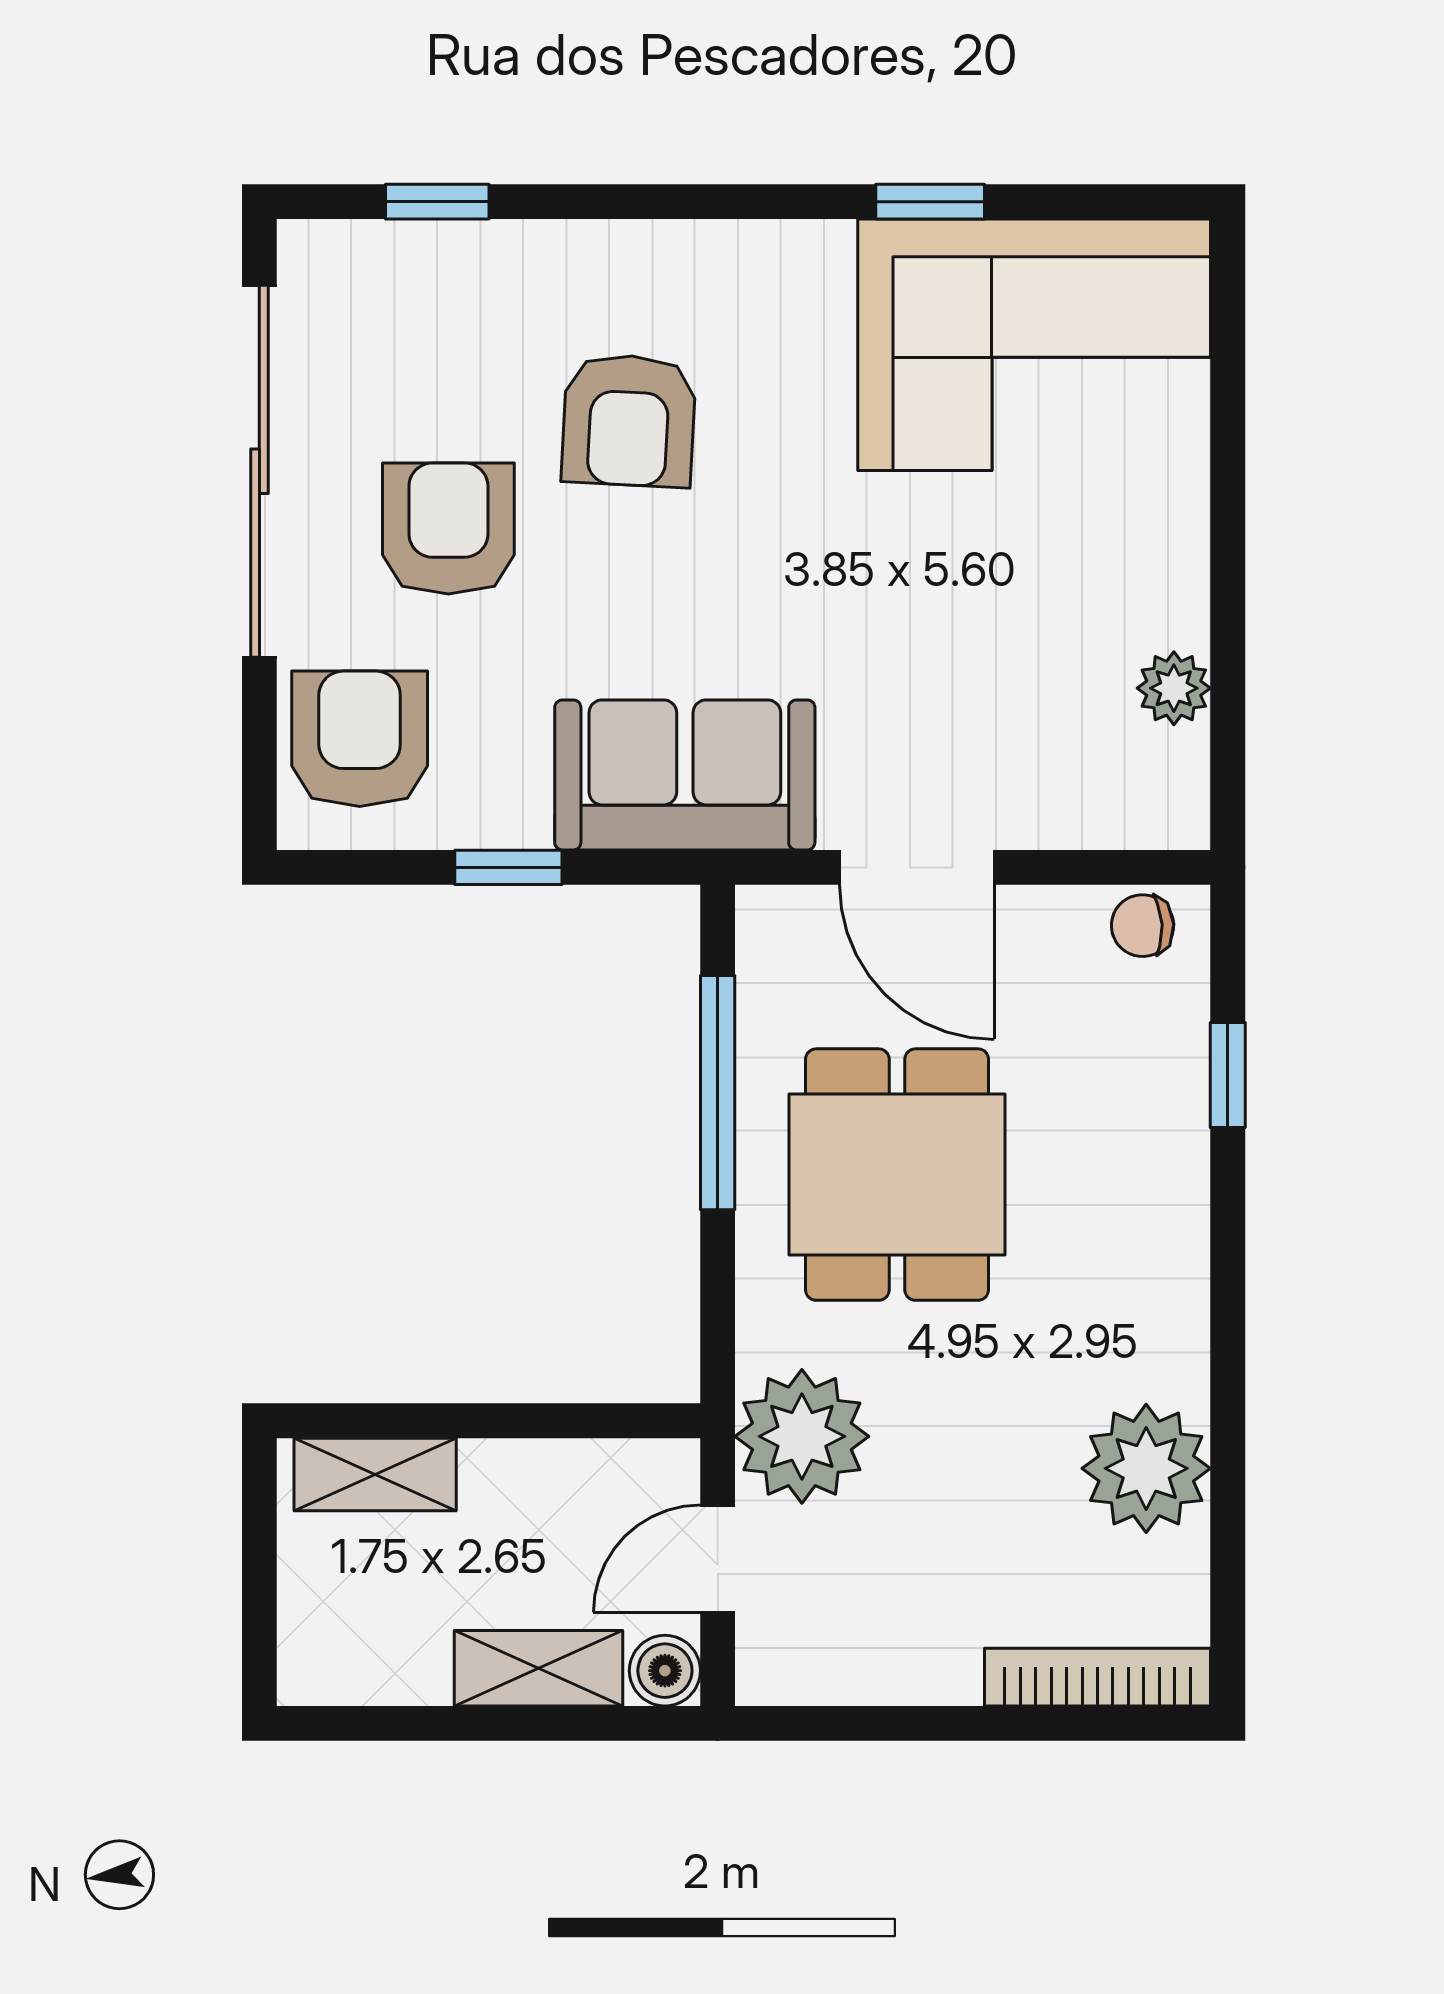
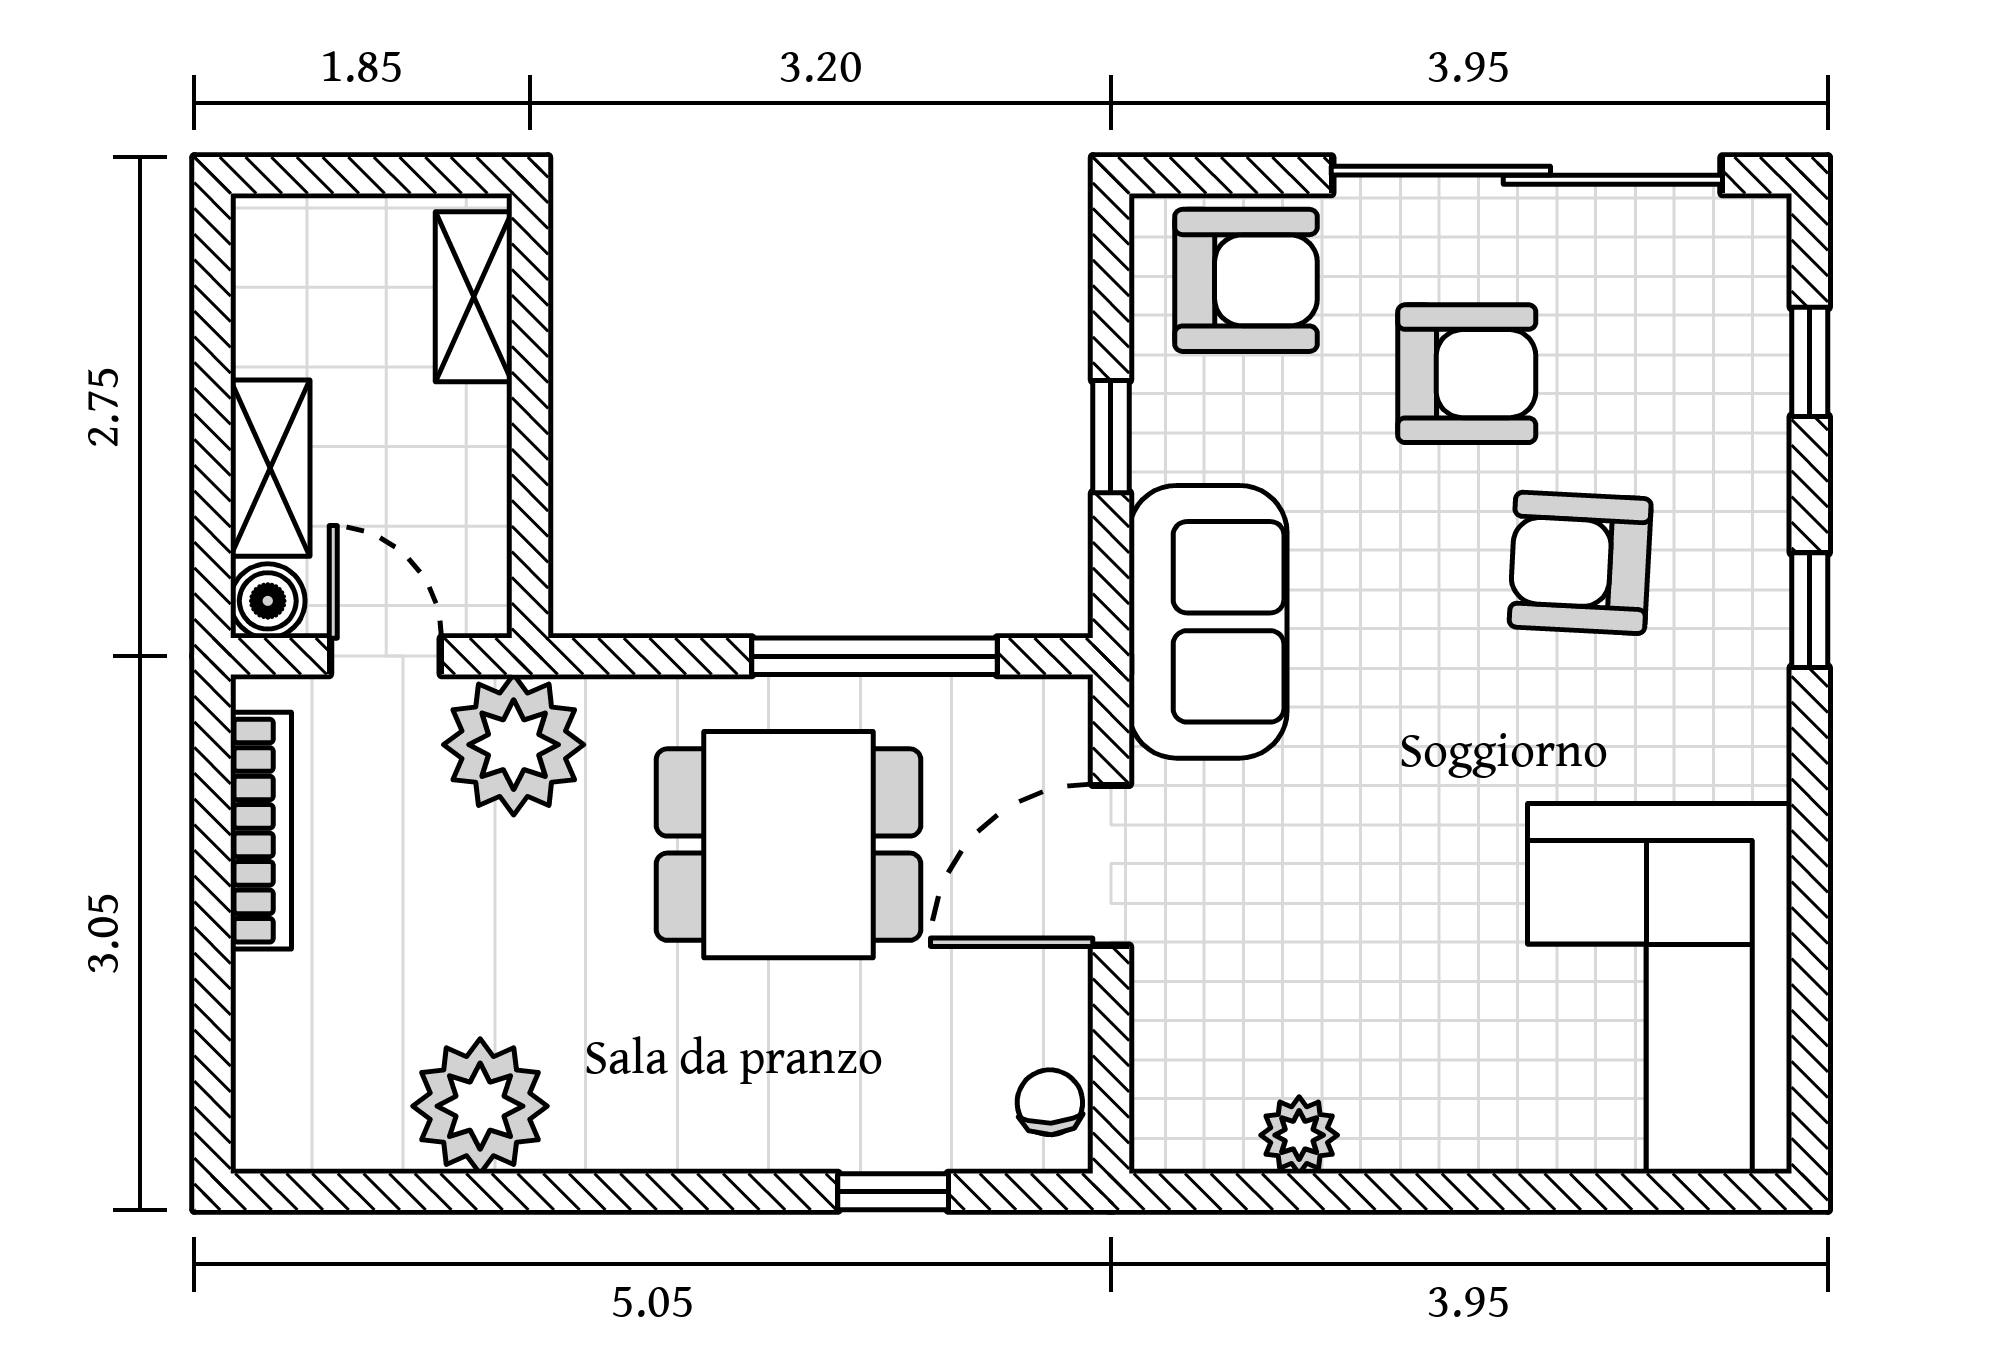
window: (930, 202) -> (1810, 610), moved
bookcase: (1098, 1677) -> (261, 831), moved

